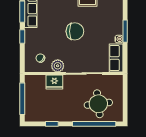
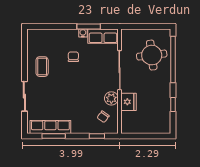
chair: (75, 31) -> (73, 57), moved, width x0.54, depth x0.54
window: (125, 31) -> (89, 27), moved
window: (22, 36) -> (97, 136), moved
window: (22, 99) -> (146, 136), removed

